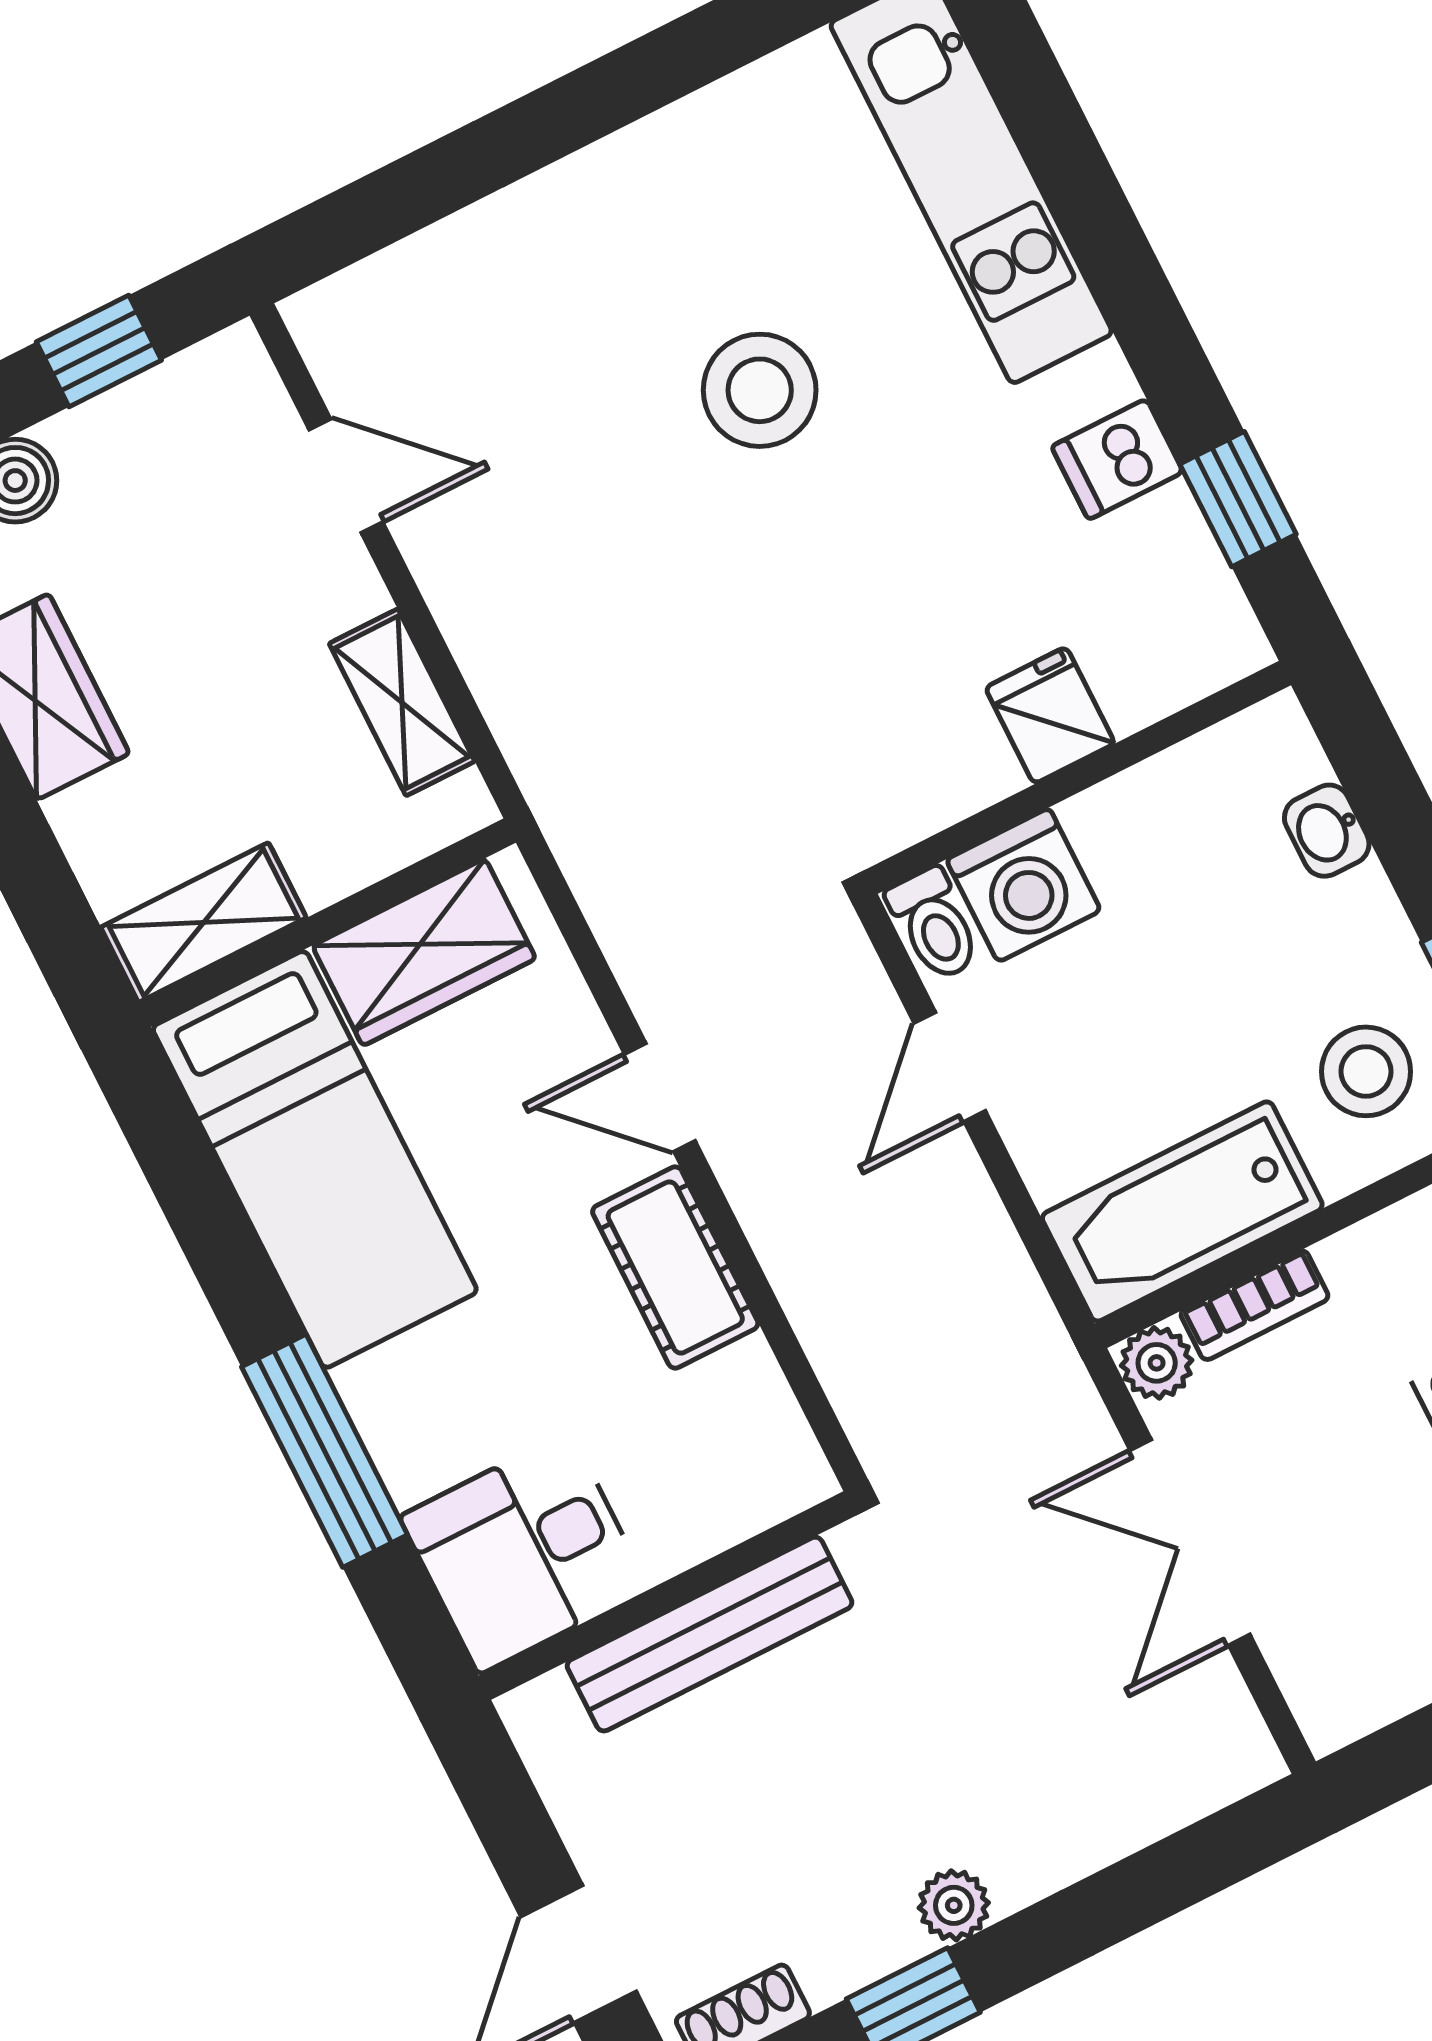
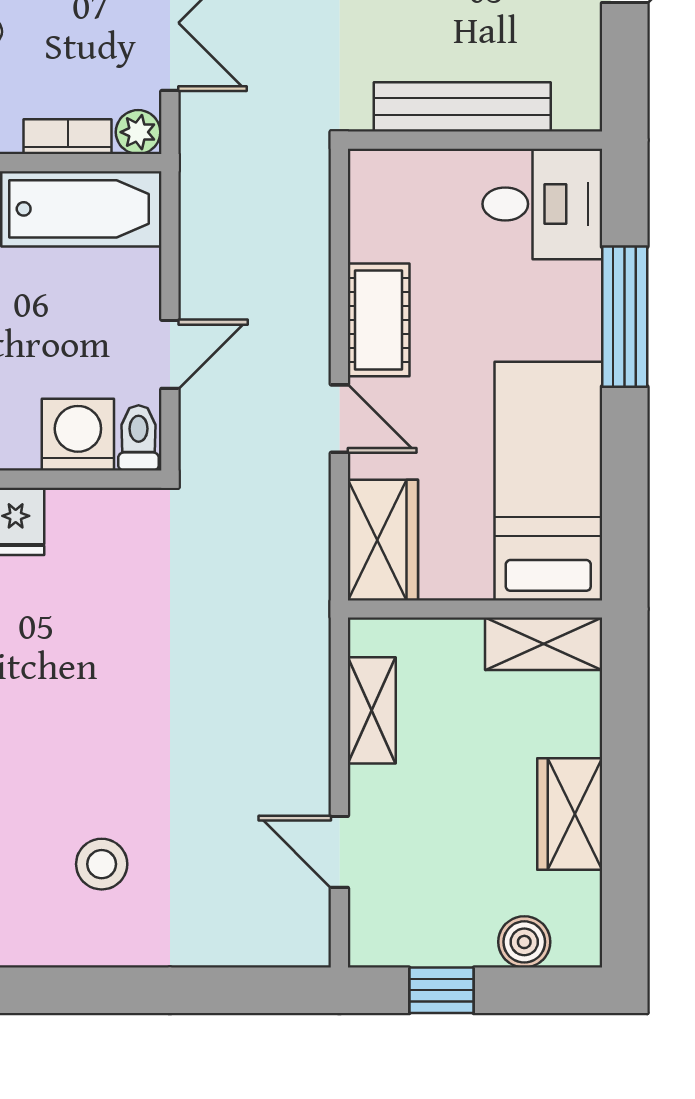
stool: (760, 390) -> (102, 864), moved, width x0.73, depth x0.73
wardrobe: (424, 952) -> (383, 540), moved, turned 90

